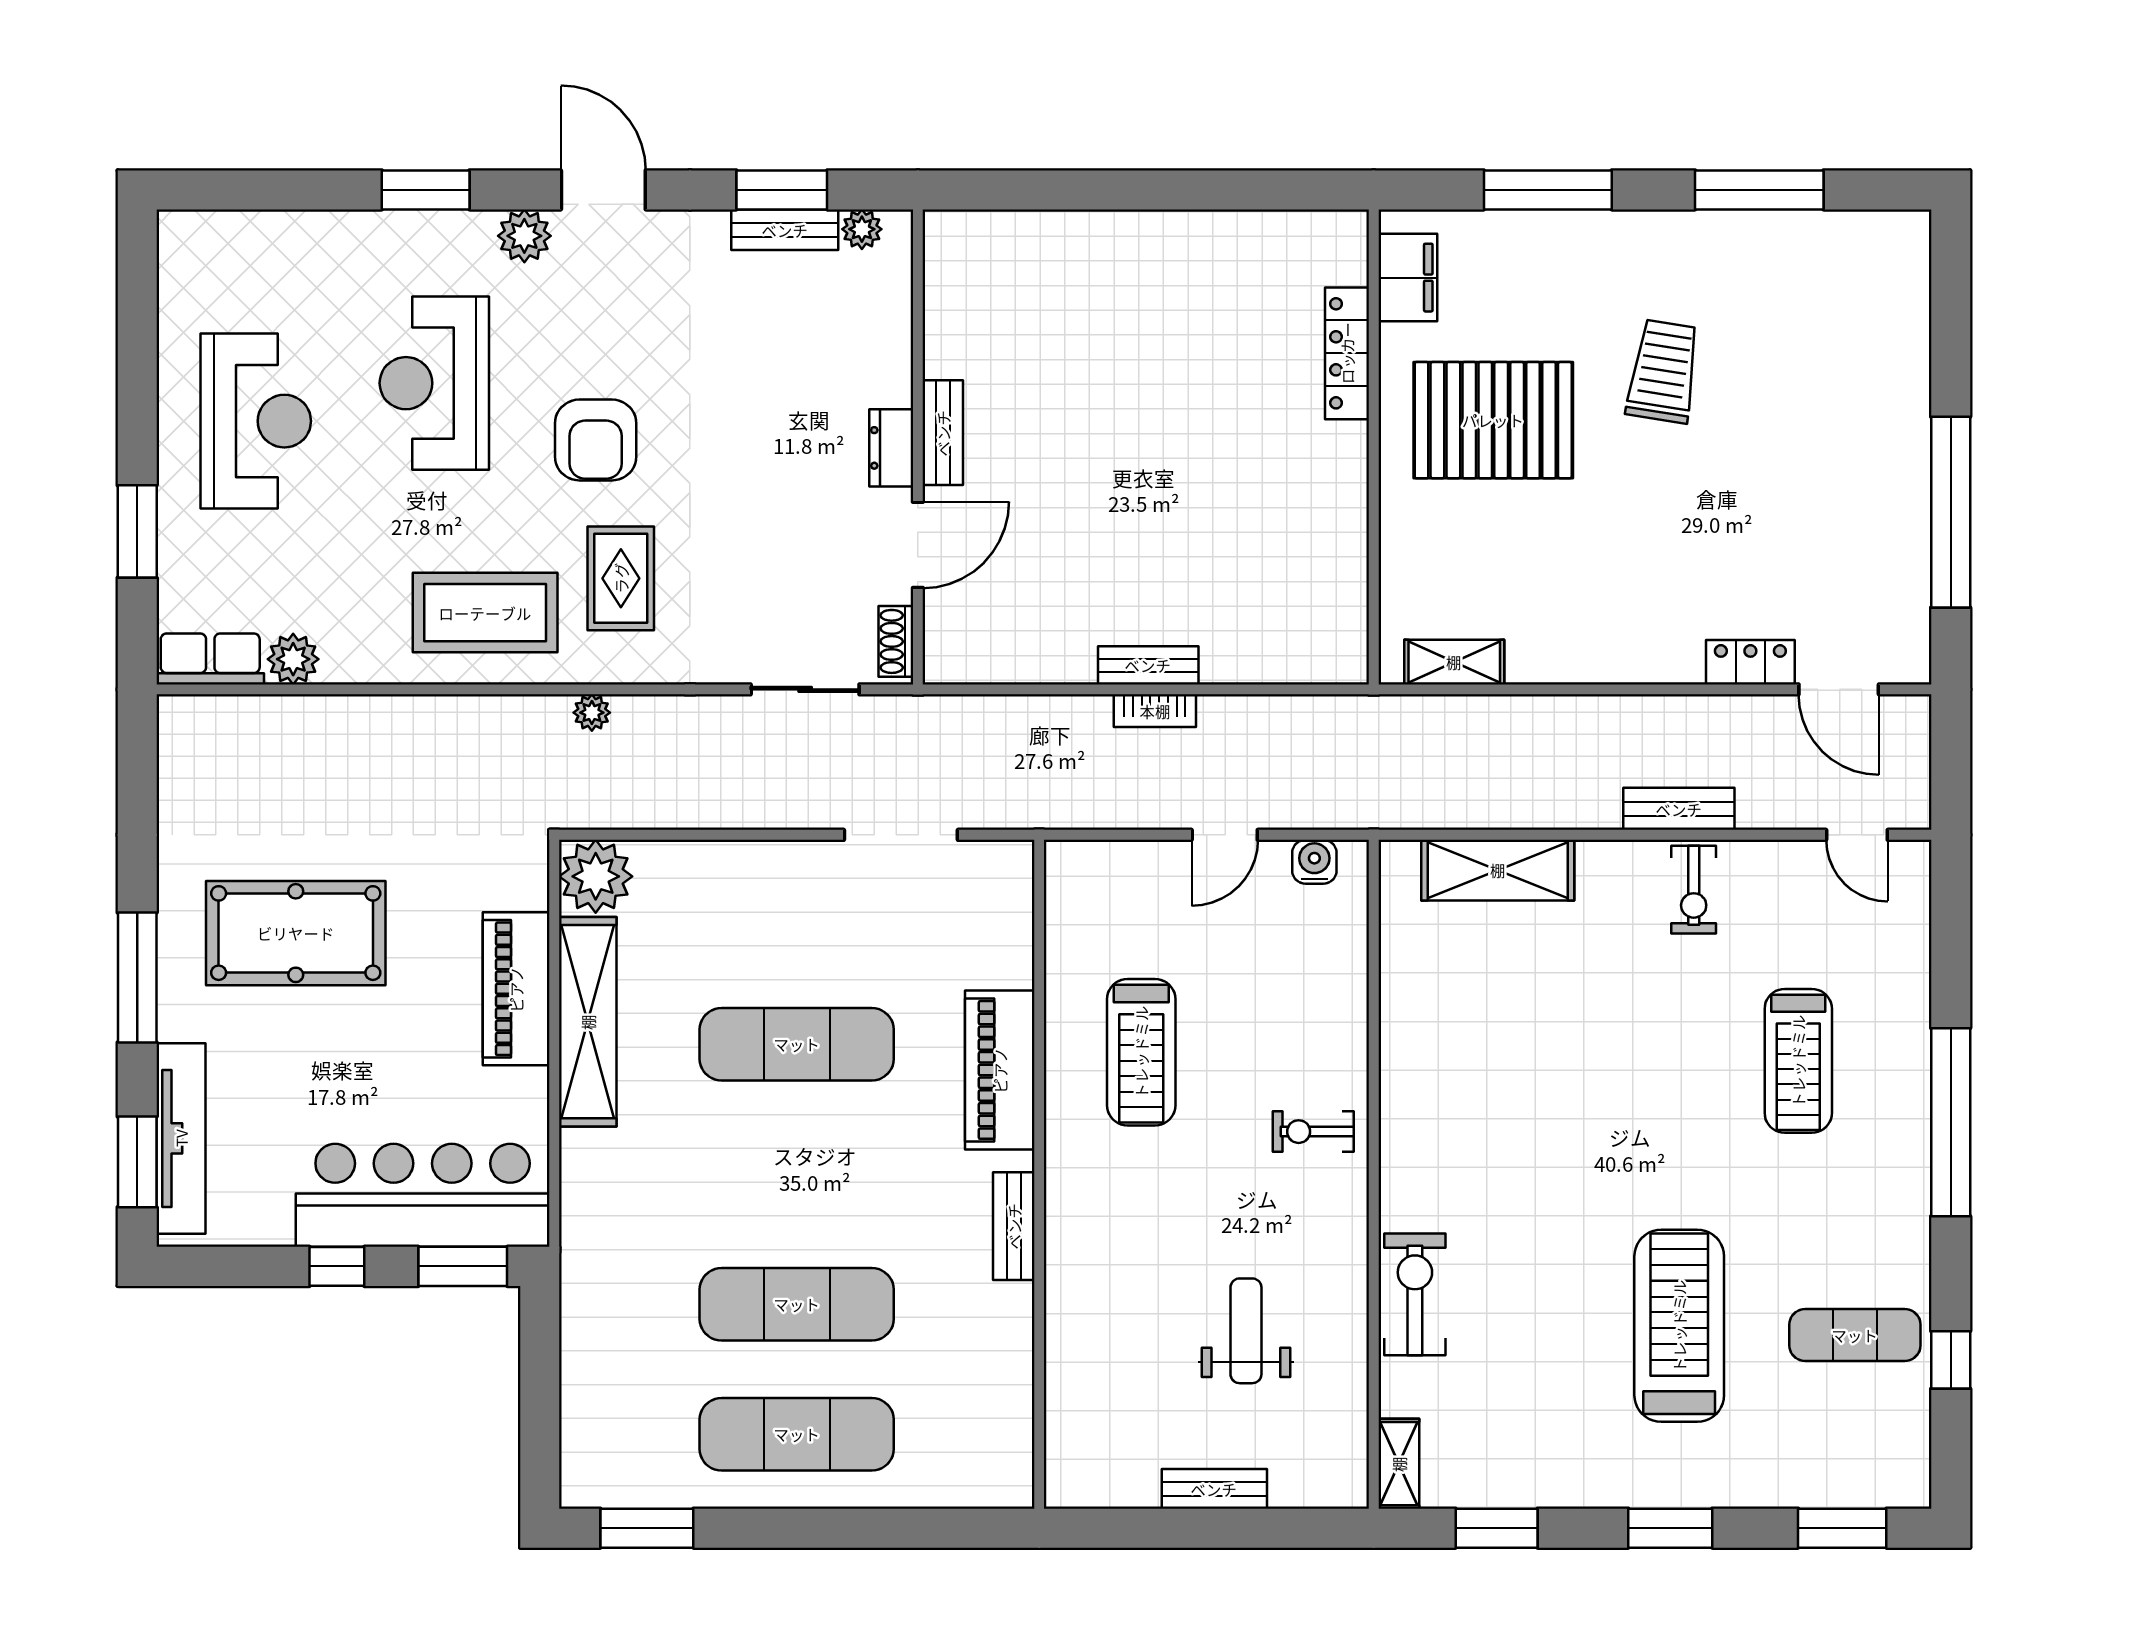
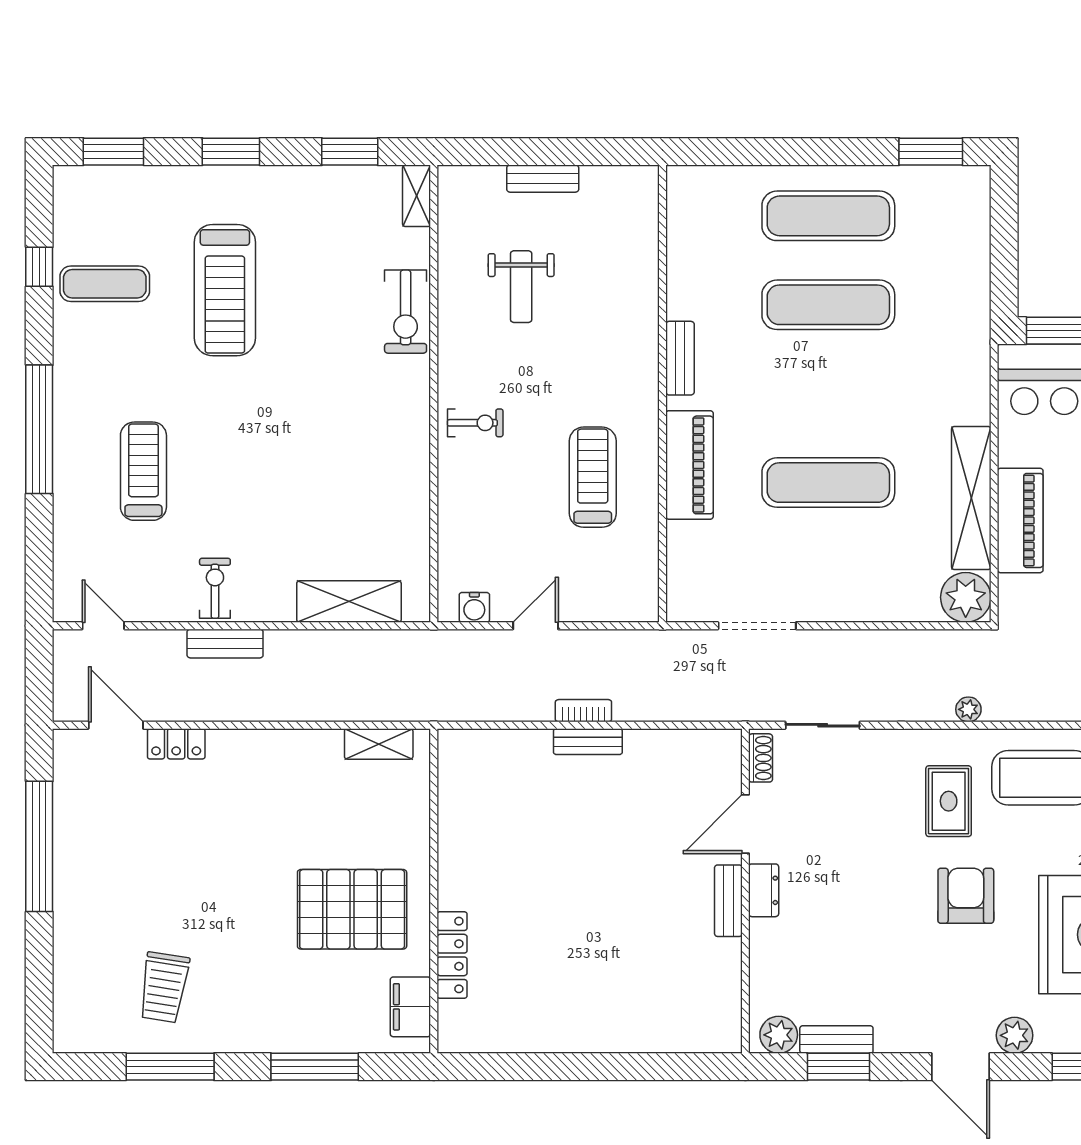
plant: (862, 229) -> (779, 1035), width x1.38, depth x1.38
trolley: (1663, 371) -> (164, 987), moved

